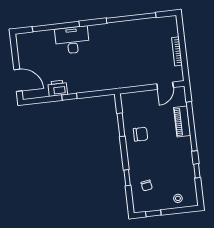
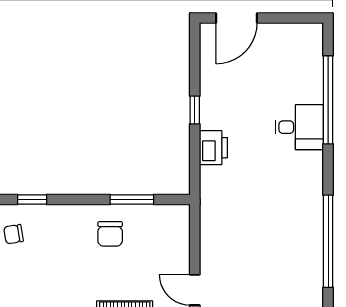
desk: (72, 40) -> (299, 127), width x0.73
printer: (58, 88) -> (213, 148), moved

